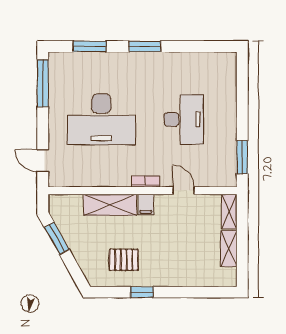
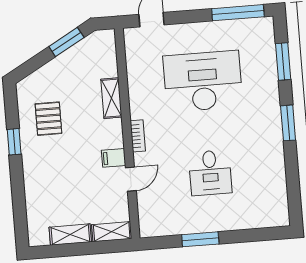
desk: (101, 119) -> (203, 81), turned 90
desk: (184, 119) -> (210, 173), width x0.73
window: (242, 157) -> (200, 239), moved
shelving: (110, 205) -> (111, 98), width x0.67, depth x0.75
filing cabinet: (146, 205) -> (114, 158), moved

